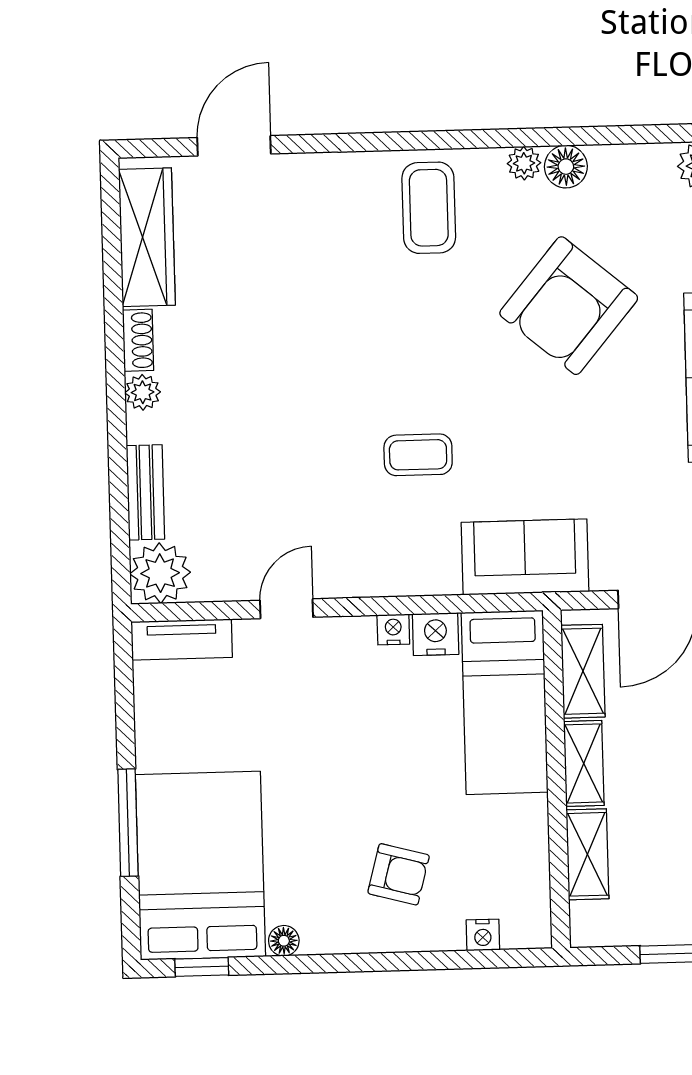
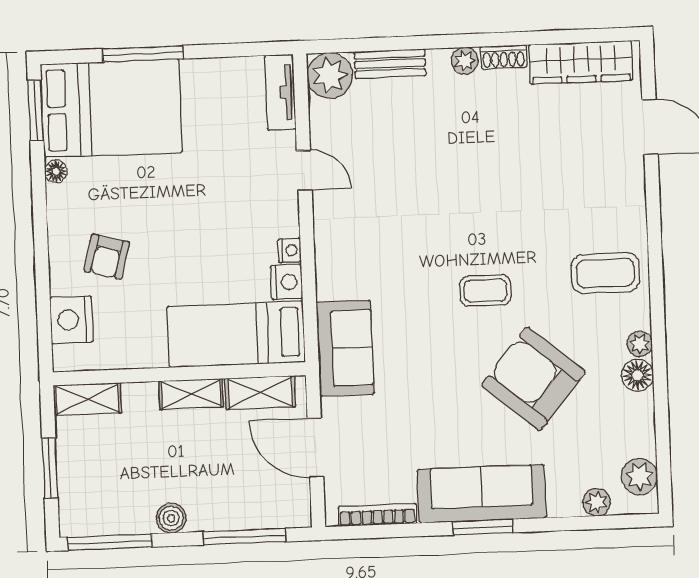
coffee table: (418, 455) -> (485, 291), moved, turned 90
shelving: (587, 854) -> (87, 399), moved
nightstand: (483, 935) -> (71, 320), width x1.89, depth x1.79
window: (202, 967) -> (36, 110), width x1.50

